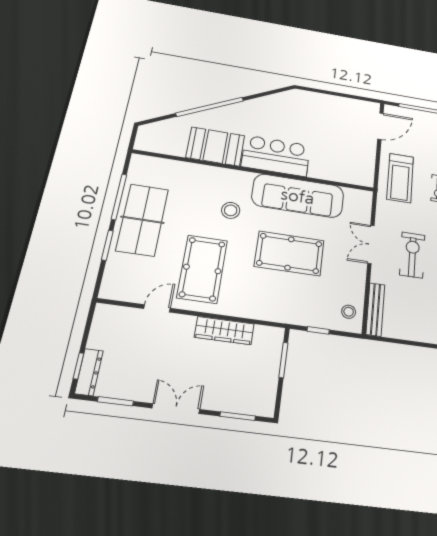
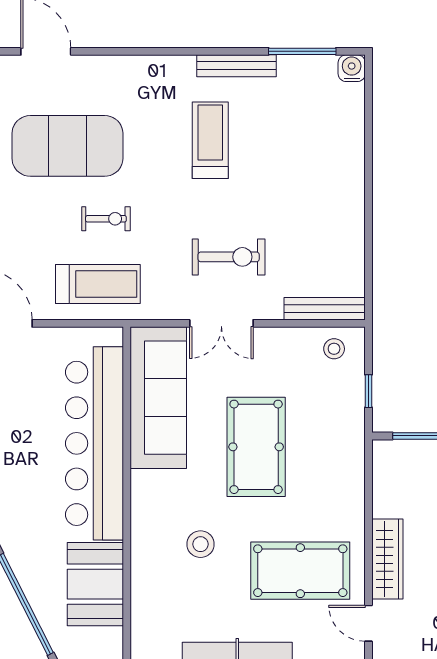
bar counter: (276, 156) -> (95, 443), width x1.86
sofa: (298, 196) -> (158, 398), moved
exercise bike: (412, 255) -> (229, 257), turned 180
wardrobe: (224, 331) -> (387, 559), moved

